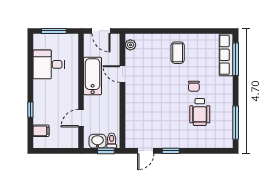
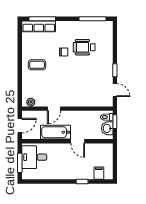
desk: (49, 64) -> (34, 157), moved, turned 90
wheelchair: (200, 112) -> (84, 47), turned 180
door: (81, 118) -> (78, 141), moved

